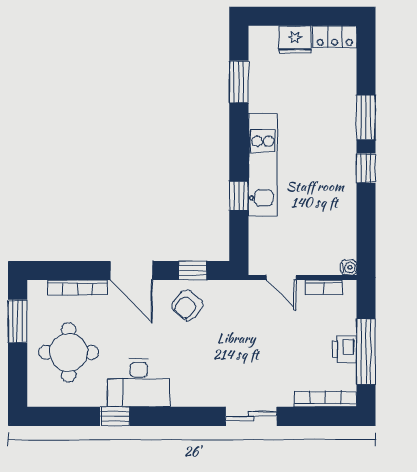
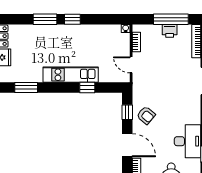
door: (131, 270) -> (127, 145), hinge flipped
door: (281, 277) -> (131, 65), swing flipped

